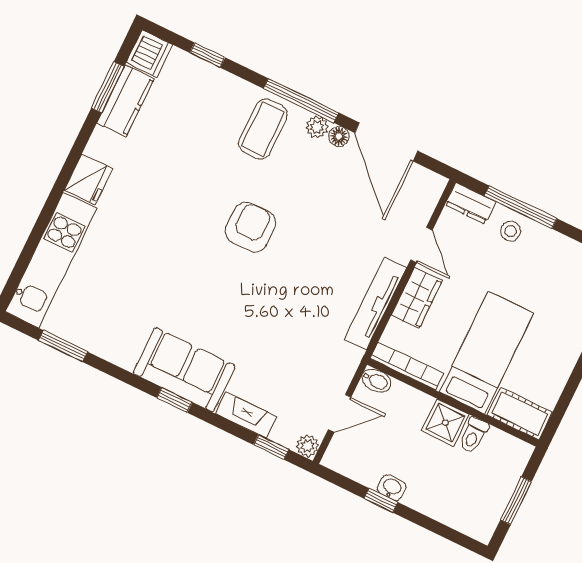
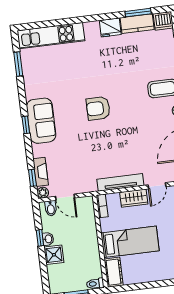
fridge: (88, 179) -> (110, 27), moved
armchair: (251, 227) -> (98, 108), moved, turned 180
bookcase: (407, 366) -> (102, 206), width x0.64
bidet: (376, 381) -> (51, 208), moved
fireplace: (246, 415) -> (41, 172), moved
shower: (445, 423) -> (54, 255), moved
toilet: (473, 435) -> (95, 284), moved

